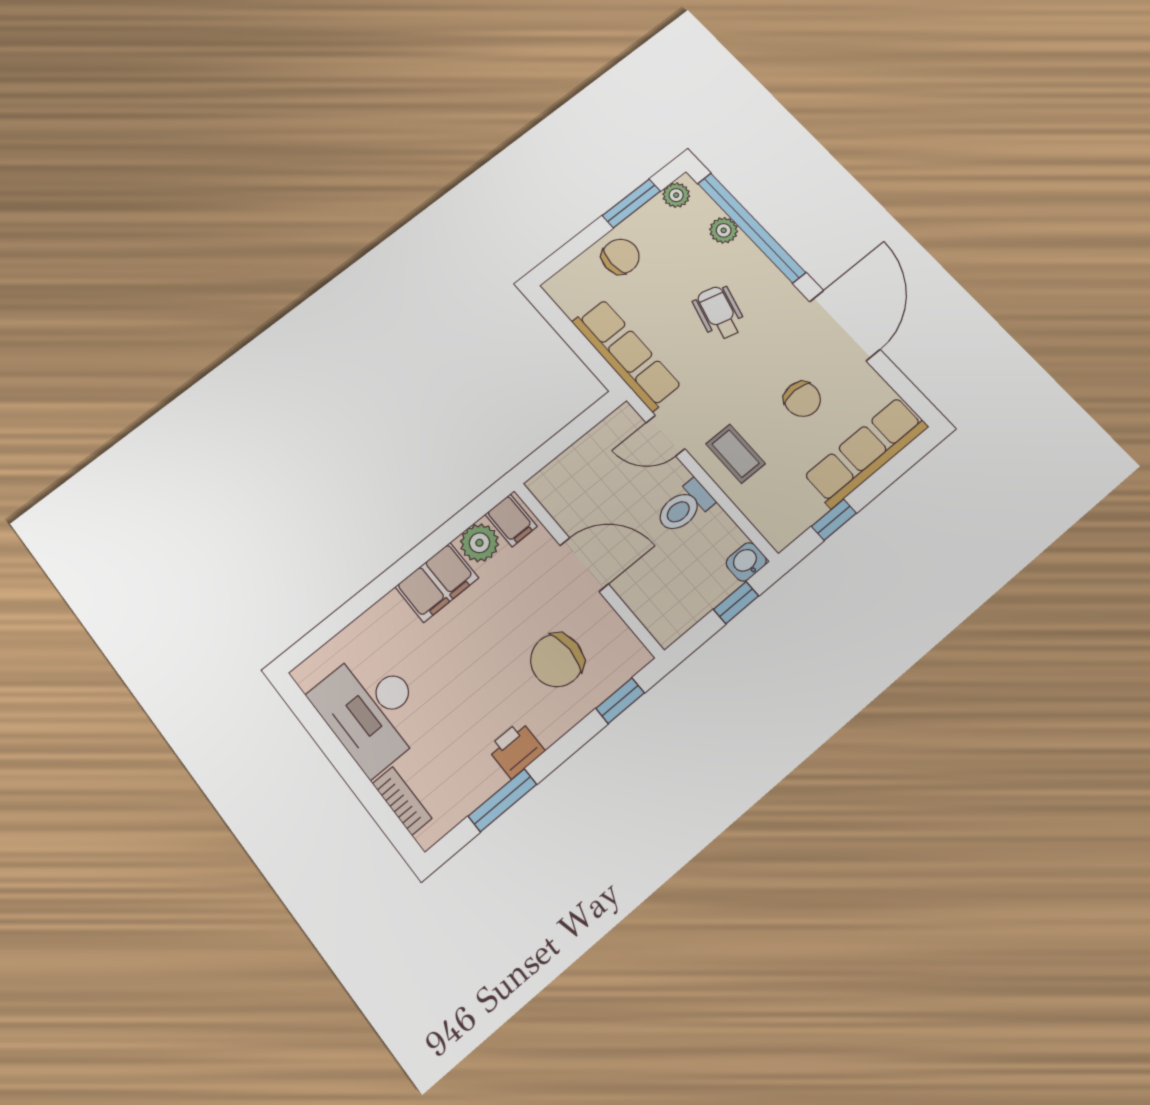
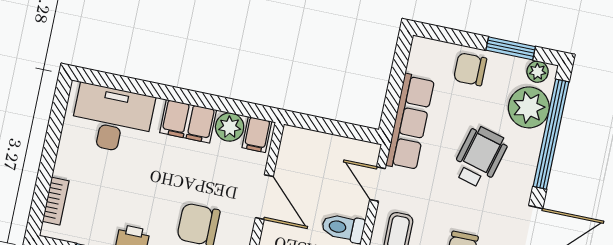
plant: (724, 230) -> (529, 107), width x1.88, depth x1.88
chair: (620, 257) -> (470, 69), turned 180
wheelchair: (719, 313) -> (480, 157), width x1.36, depth x1.37
desk: (371, 710) -> (112, 119), moved, turned 90

